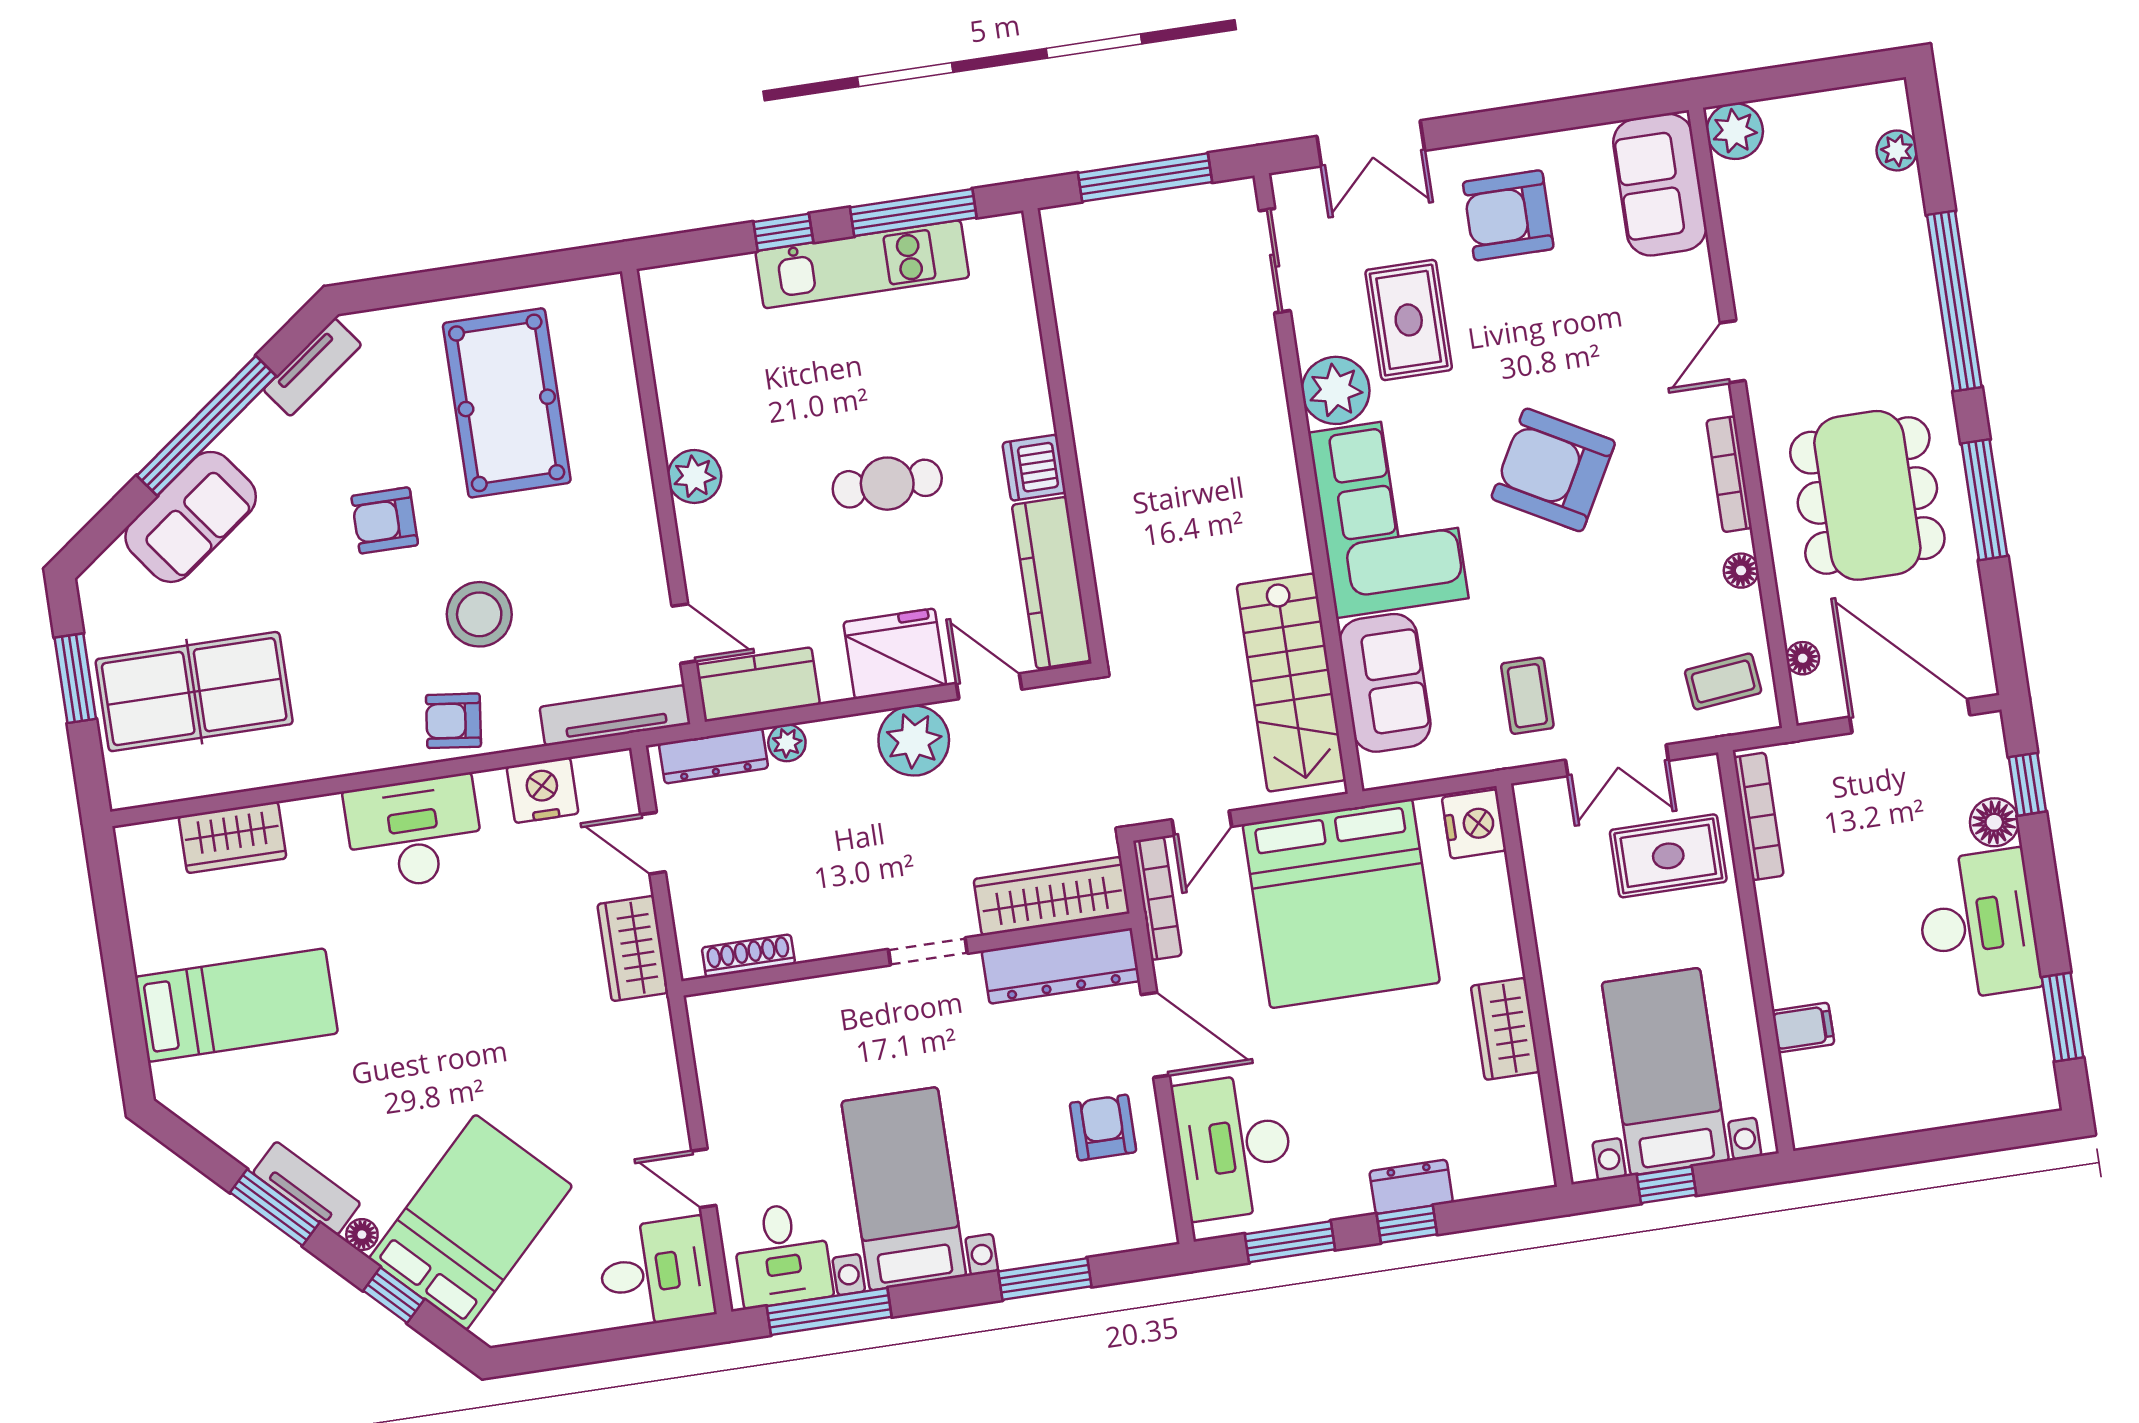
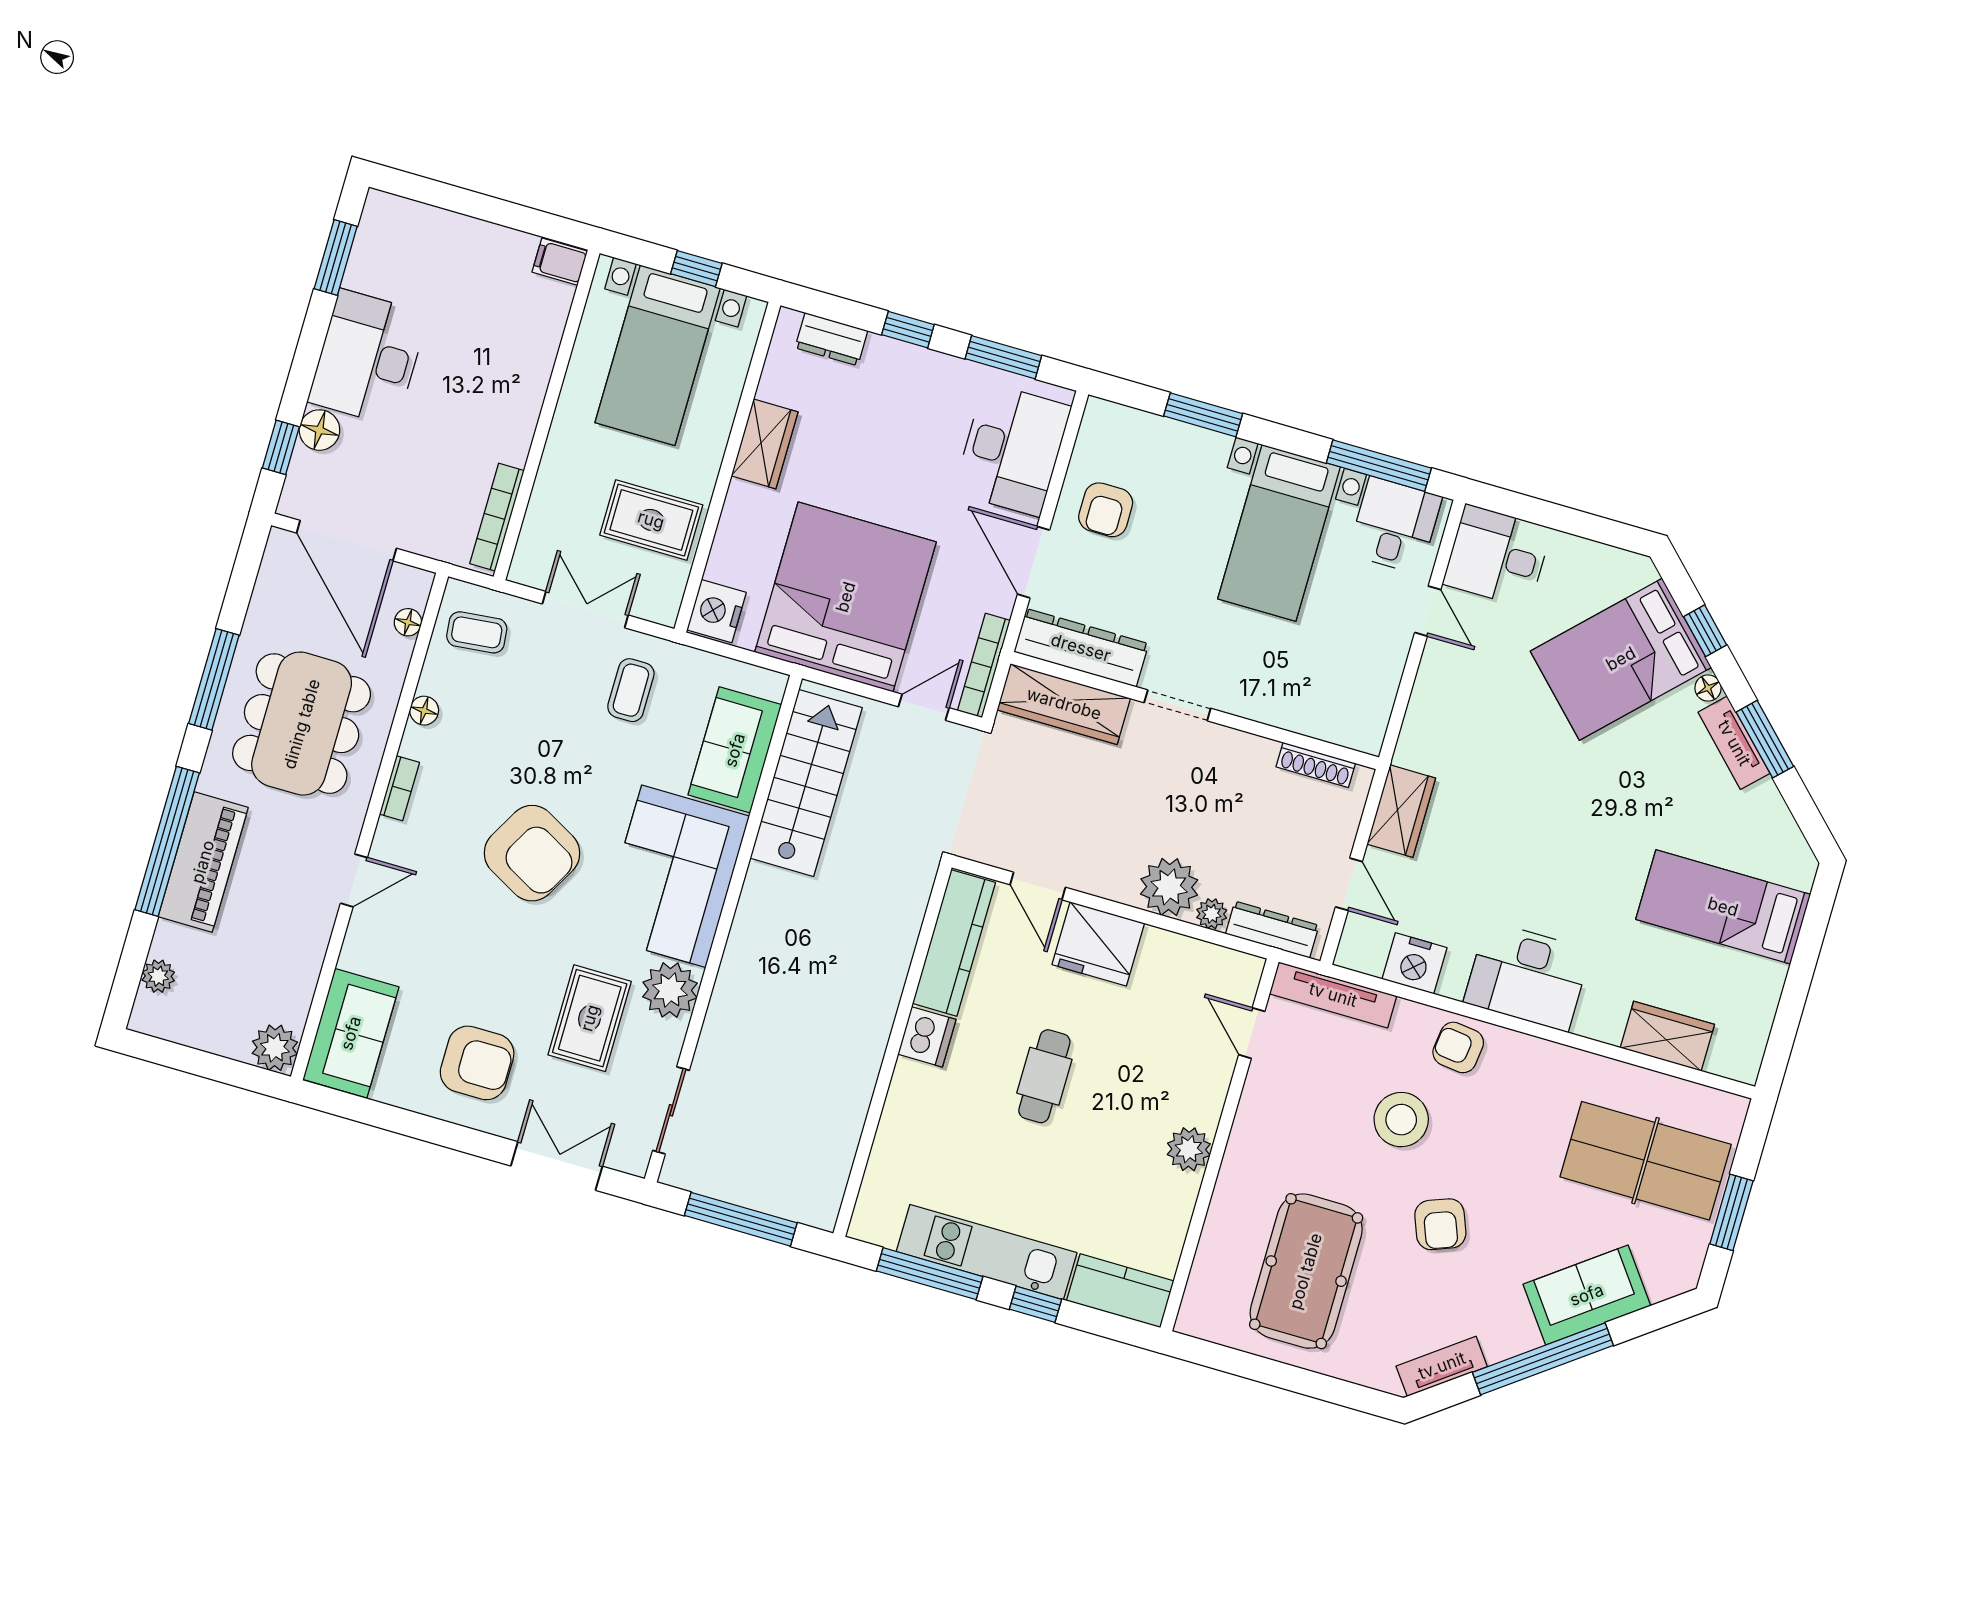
piano: (1905, 296) -> (203, 862), added
bookcase: (1729, 474) -> (399, 788), width x0.64
cafe table: (887, 484) -> (1044, 1076), turned 90
armchair: (385, 520) -> (1440, 1224), turned 69
kitchen counter: (758, 684) -> (1120, 1291), moved, turned 180
armchair: (453, 721) -> (1458, 1047), turned 180
plant: (914, 740) -> (1169, 887), moved
rug: (1668, 856) -> (651, 520), moved
filing cabinet: (1803, 1028) -> (560, 262), moved
dresser: (1411, 1187) -> (831, 339), moved

